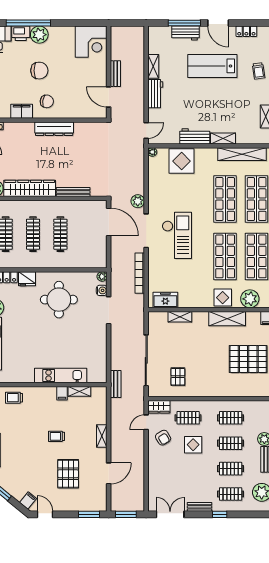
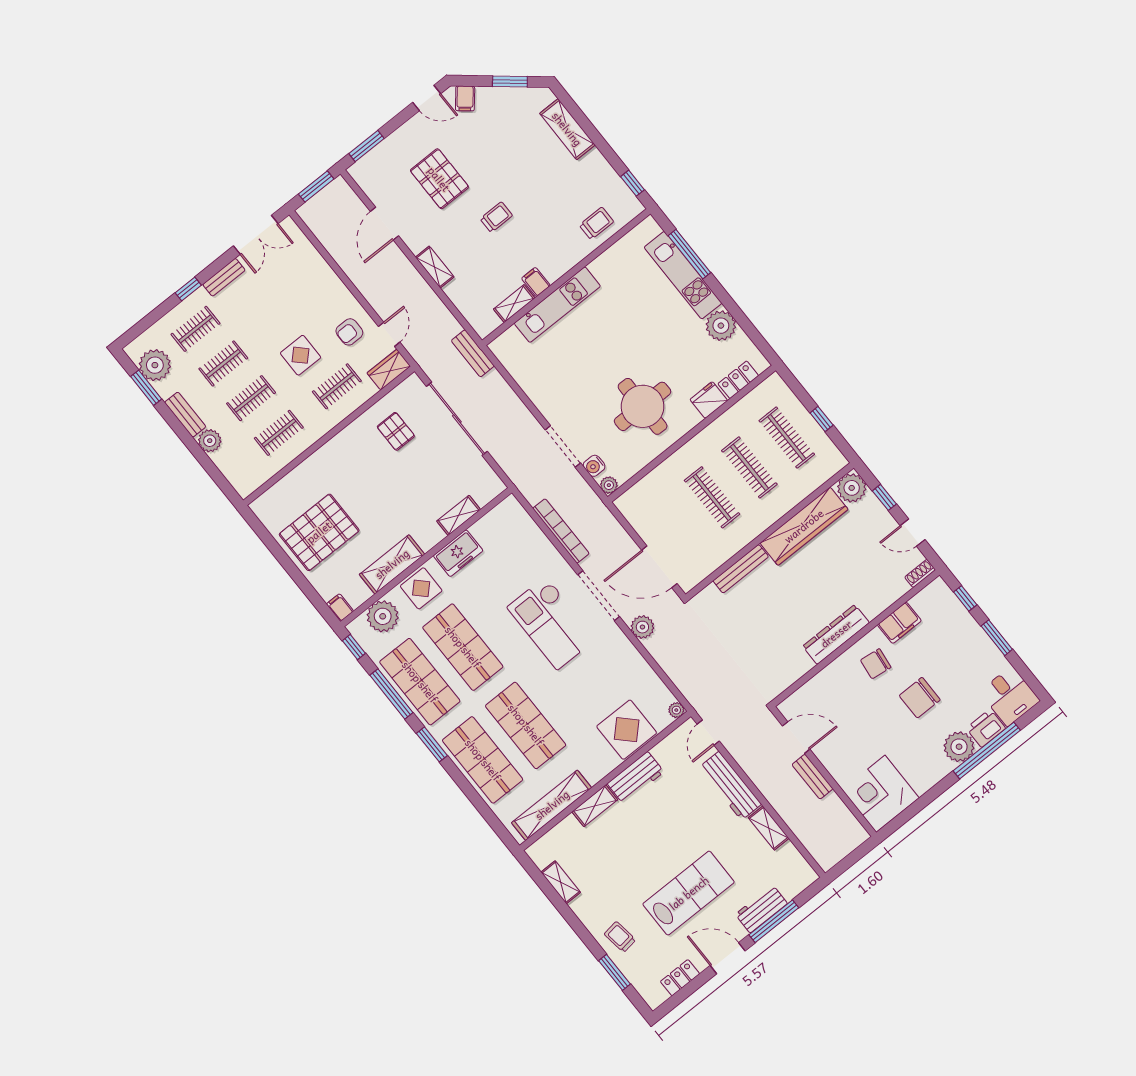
workbench: (155, 94) -> (730, 786), width x1.37
freezer: (165, 300) -> (458, 553), moved
armchair: (163, 438) -> (349, 332), turned -59

